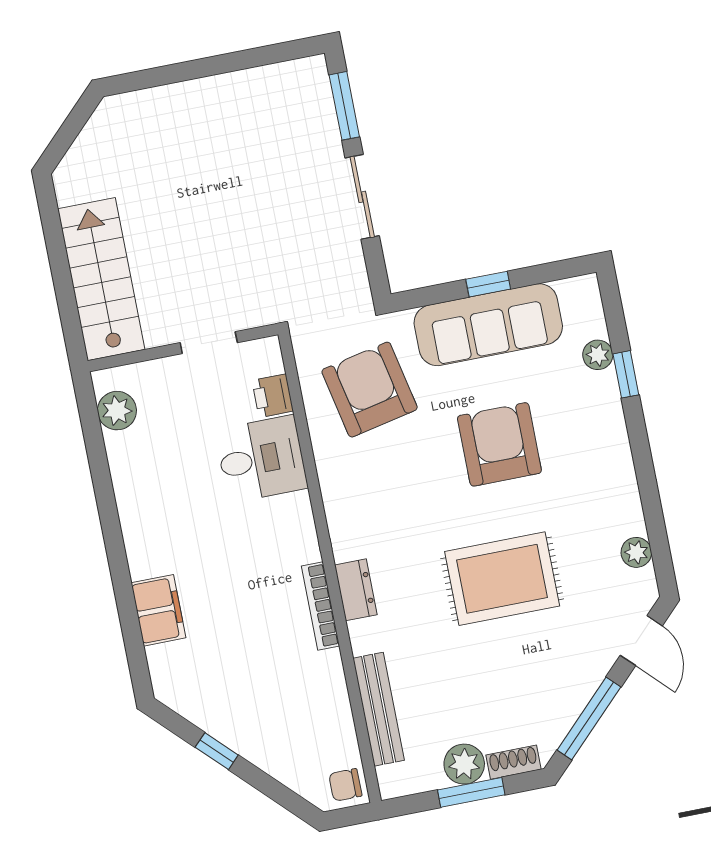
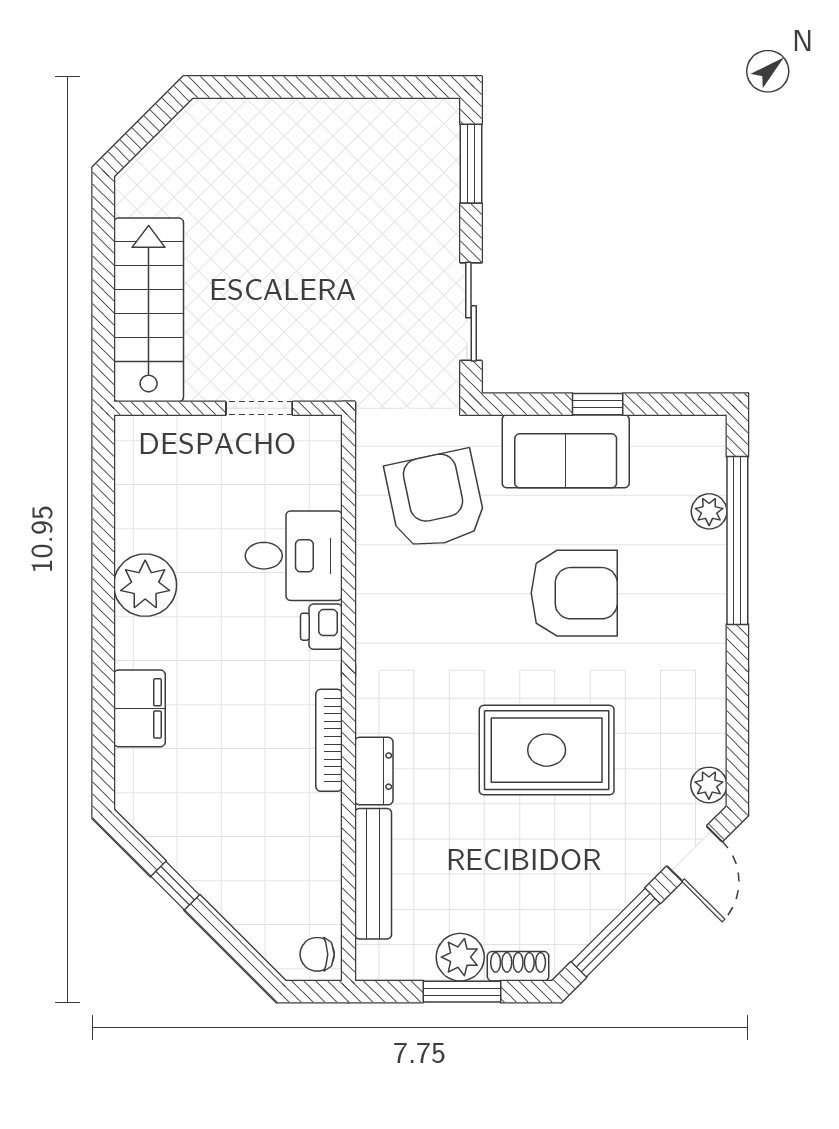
sliding door: (362, 197) -> (471, 312), moved
sofa: (488, 325) -> (566, 451), width x0.73
window: (626, 374) -> (737, 541), width x3.17
printer: (273, 396) -> (321, 627), moved
plant: (117, 411) -> (145, 585), moved, width x1.36, depth x1.36
armchair: (499, 444) -> (574, 593), turned 90
plant: (636, 552) -> (709, 785), moved
dresser: (356, 590) -> (374, 771), moved

